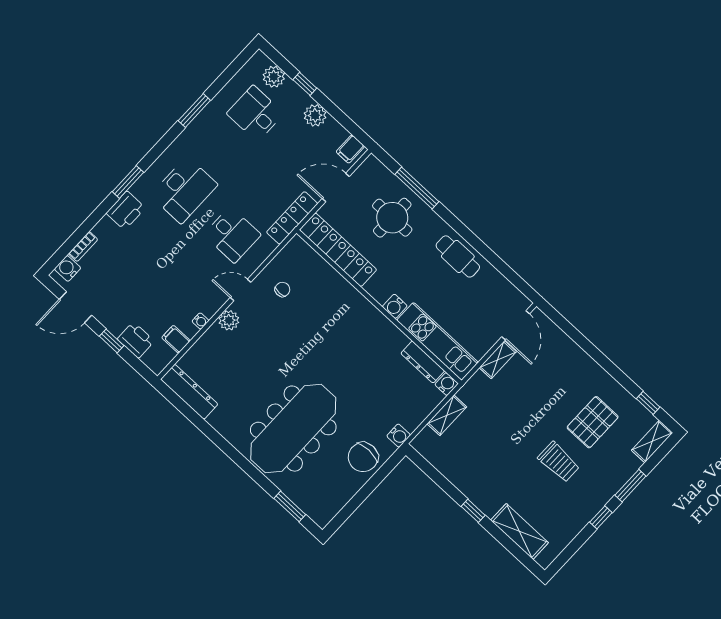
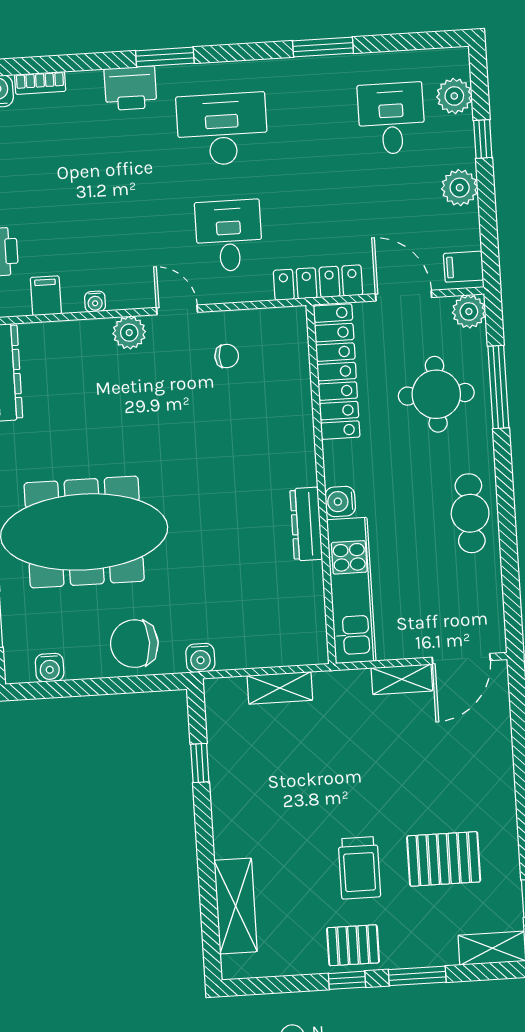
plant: (372, 167) -> (469, 311), added
desk: (184, 190) -> (222, 129), turned 180
desk: (232, 235) -> (229, 236), turned 180
dresser: (423, 362) -> (306, 524), moved
water cooler: (447, 384) -> (50, 668), moved, turned 90
pallet: (589, 499) -> (353, 945), added
window: (473, 511) -> (200, 763), moved

